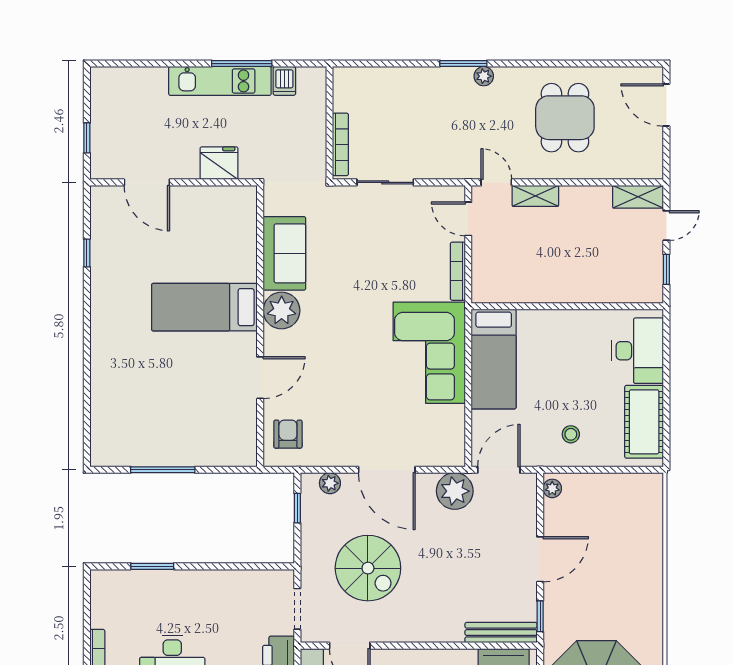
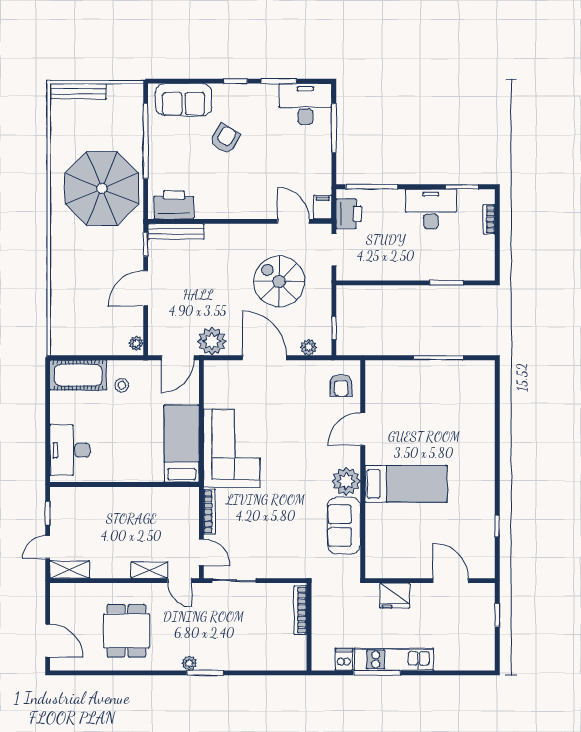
sliding door: (385, 182) -> (234, 581), moved
cot: (644, 422) -> (78, 375), moved, turned 90

